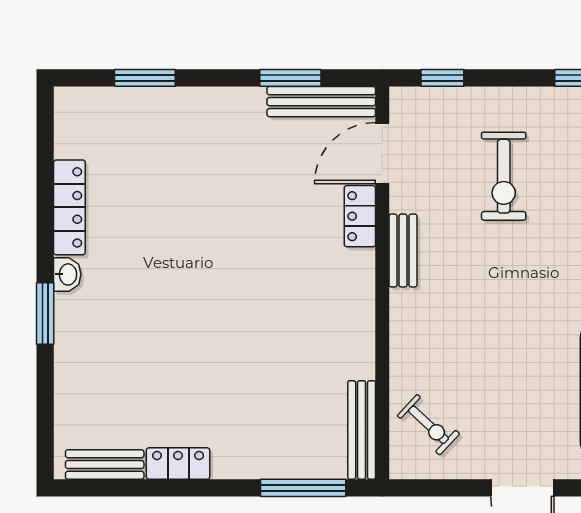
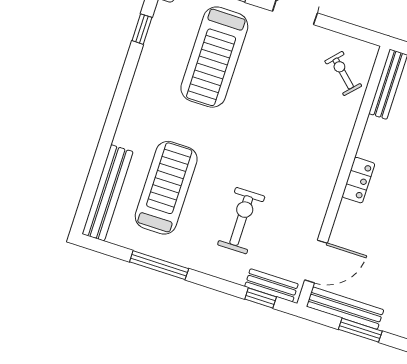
locker: (360, 216) -> (358, 180), moved
bench: (403, 250) -> (271, 285), moved, turned 90

